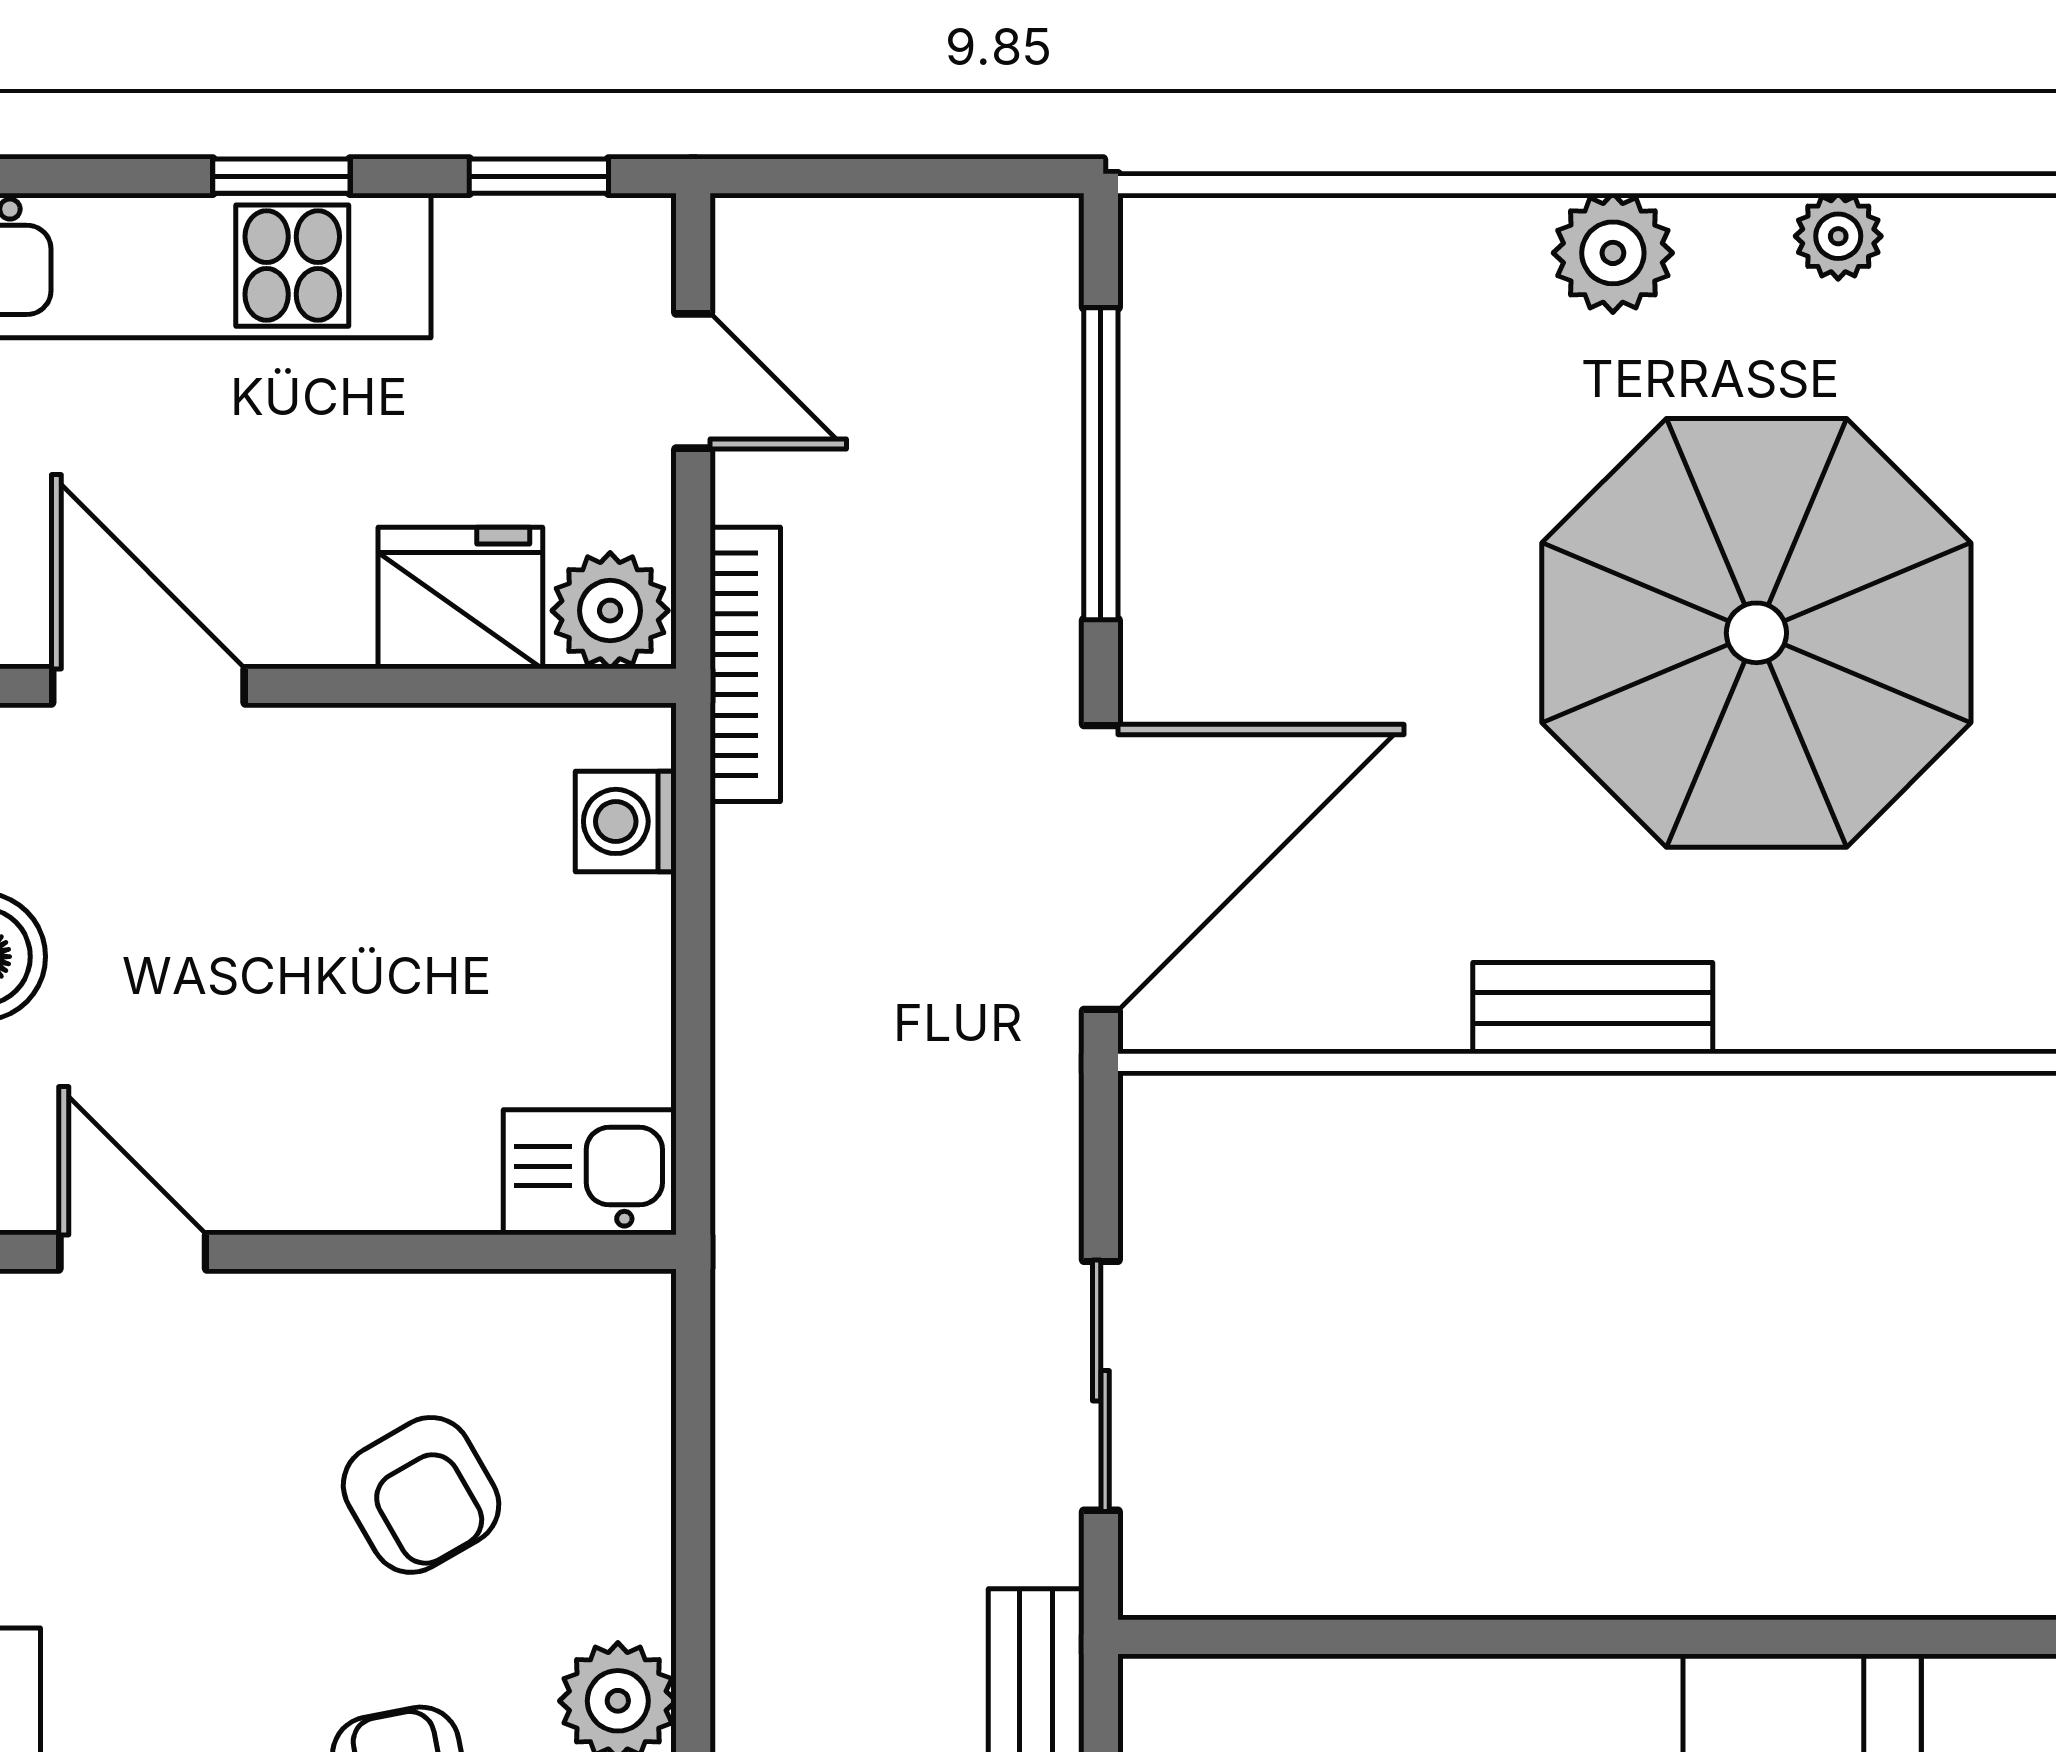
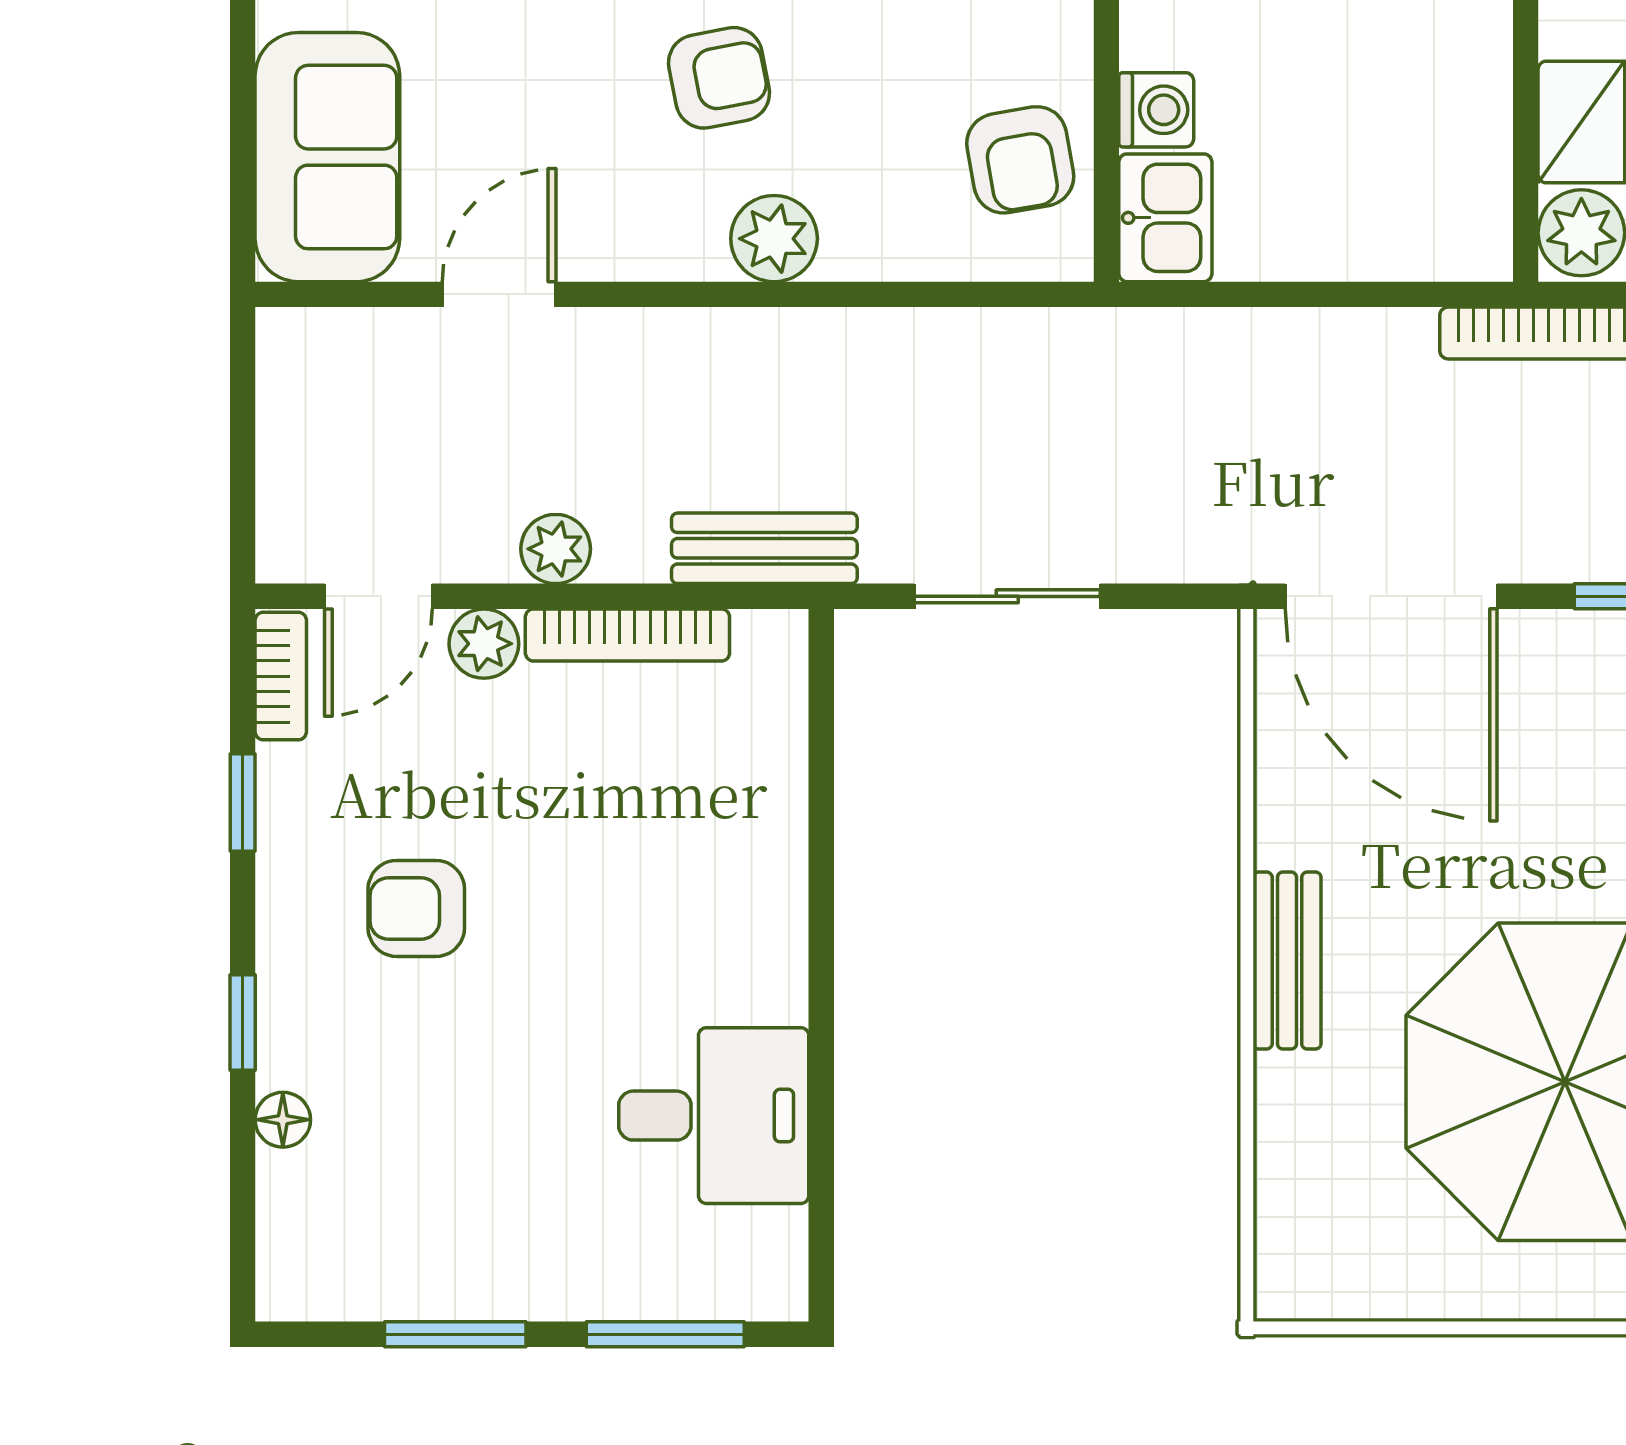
washing machine: (626, 821) -> (1156, 110), moved, turned 90
armchair: (421, 1495) -> (1020, 160), moved, turned -70

